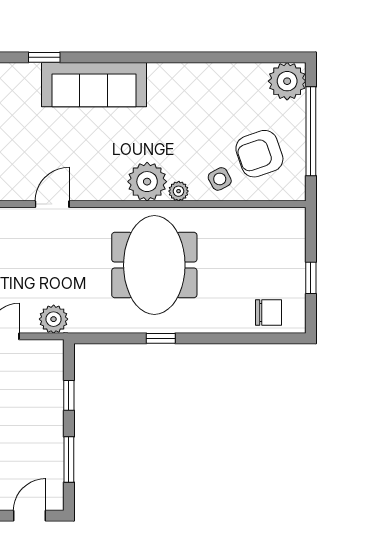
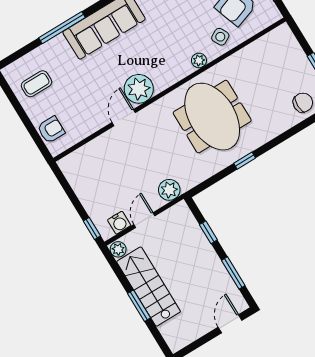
window: (44, 57) -> (62, 28), width x2.17
plant: (147, 182) -> (139, 89), moved

